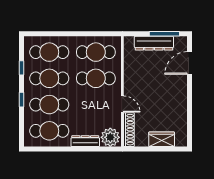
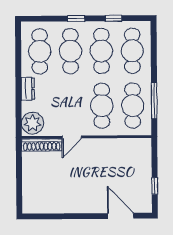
window: (92, 34) -> (154, 101), added
window: (164, 34) -> (155, 186), width x0.46
dresser: (154, 43) -> (144, 174), removed
wardrobe: (162, 139) -> (31, 184), removed
dresser: (85, 141) -> (28, 89), width x0.70

